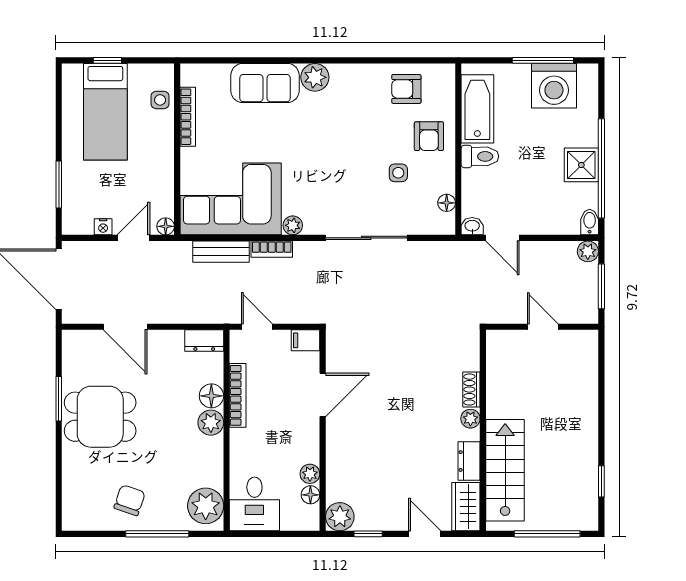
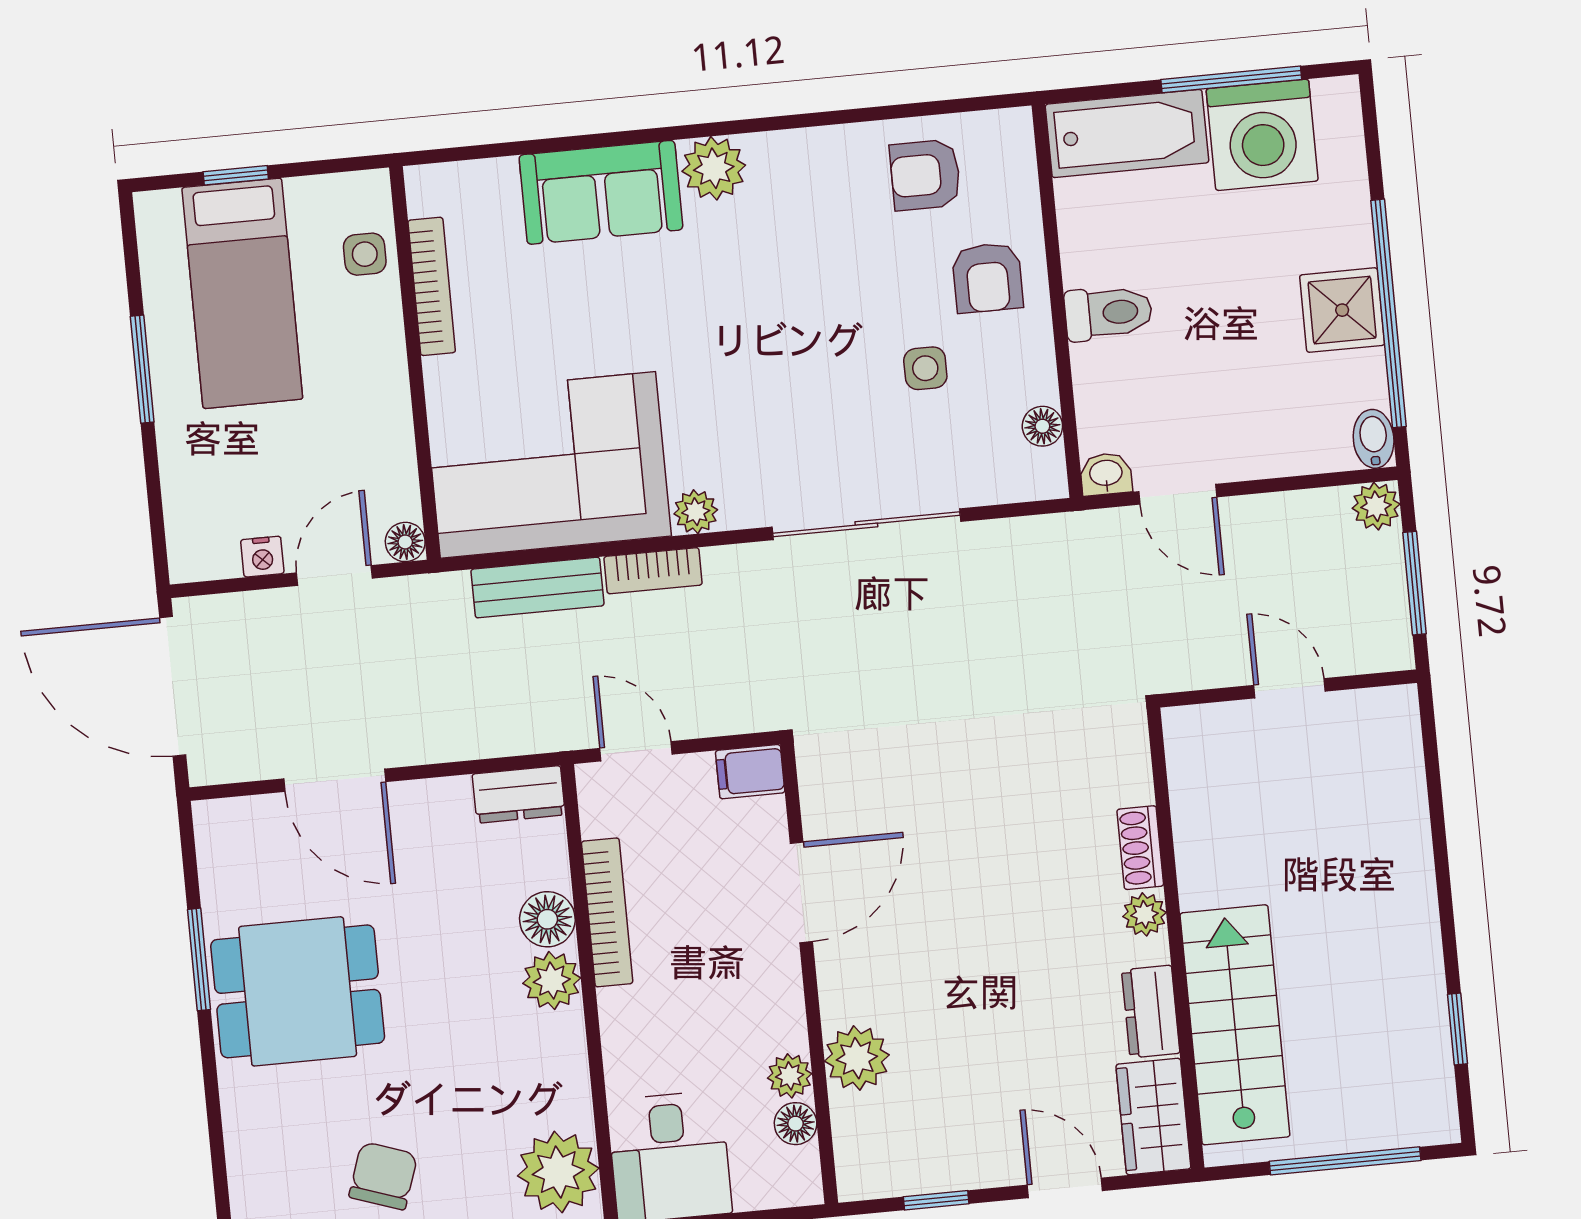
bathtub: (477, 109) -> (1127, 134), moved, turned 90
window: (59, 185) -> (142, 369), moved
plant: (340, 517) -> (857, 1058), moved

